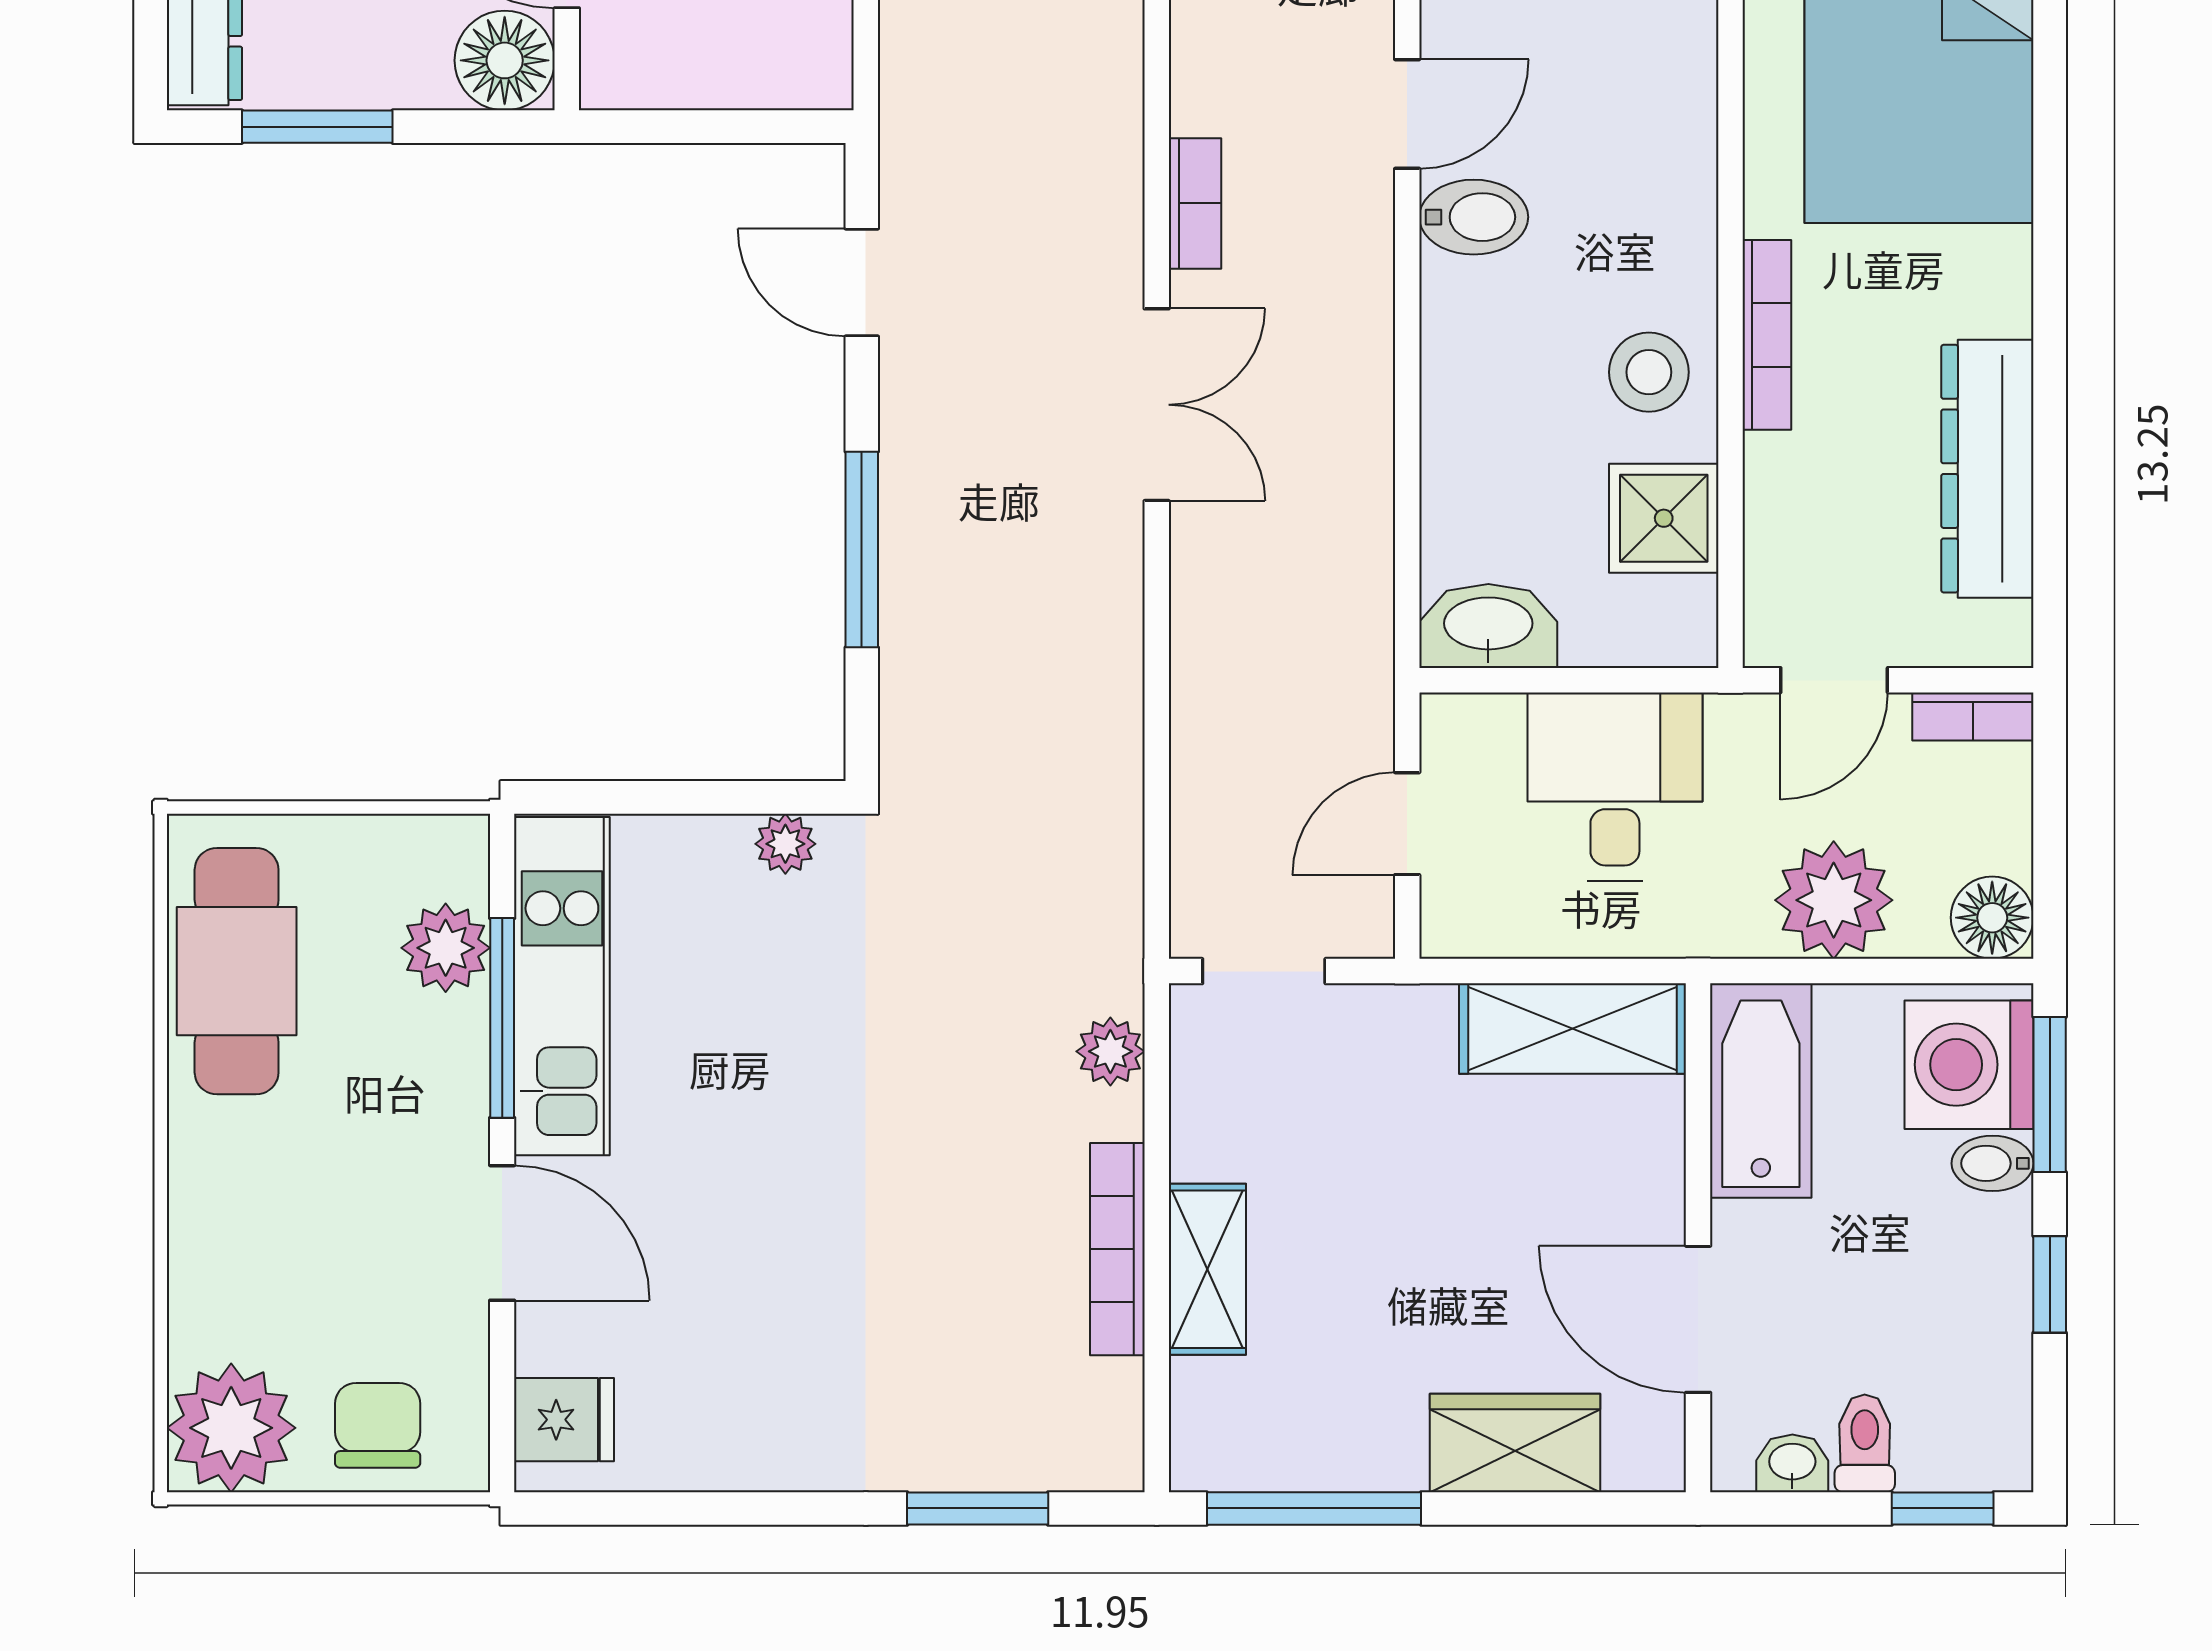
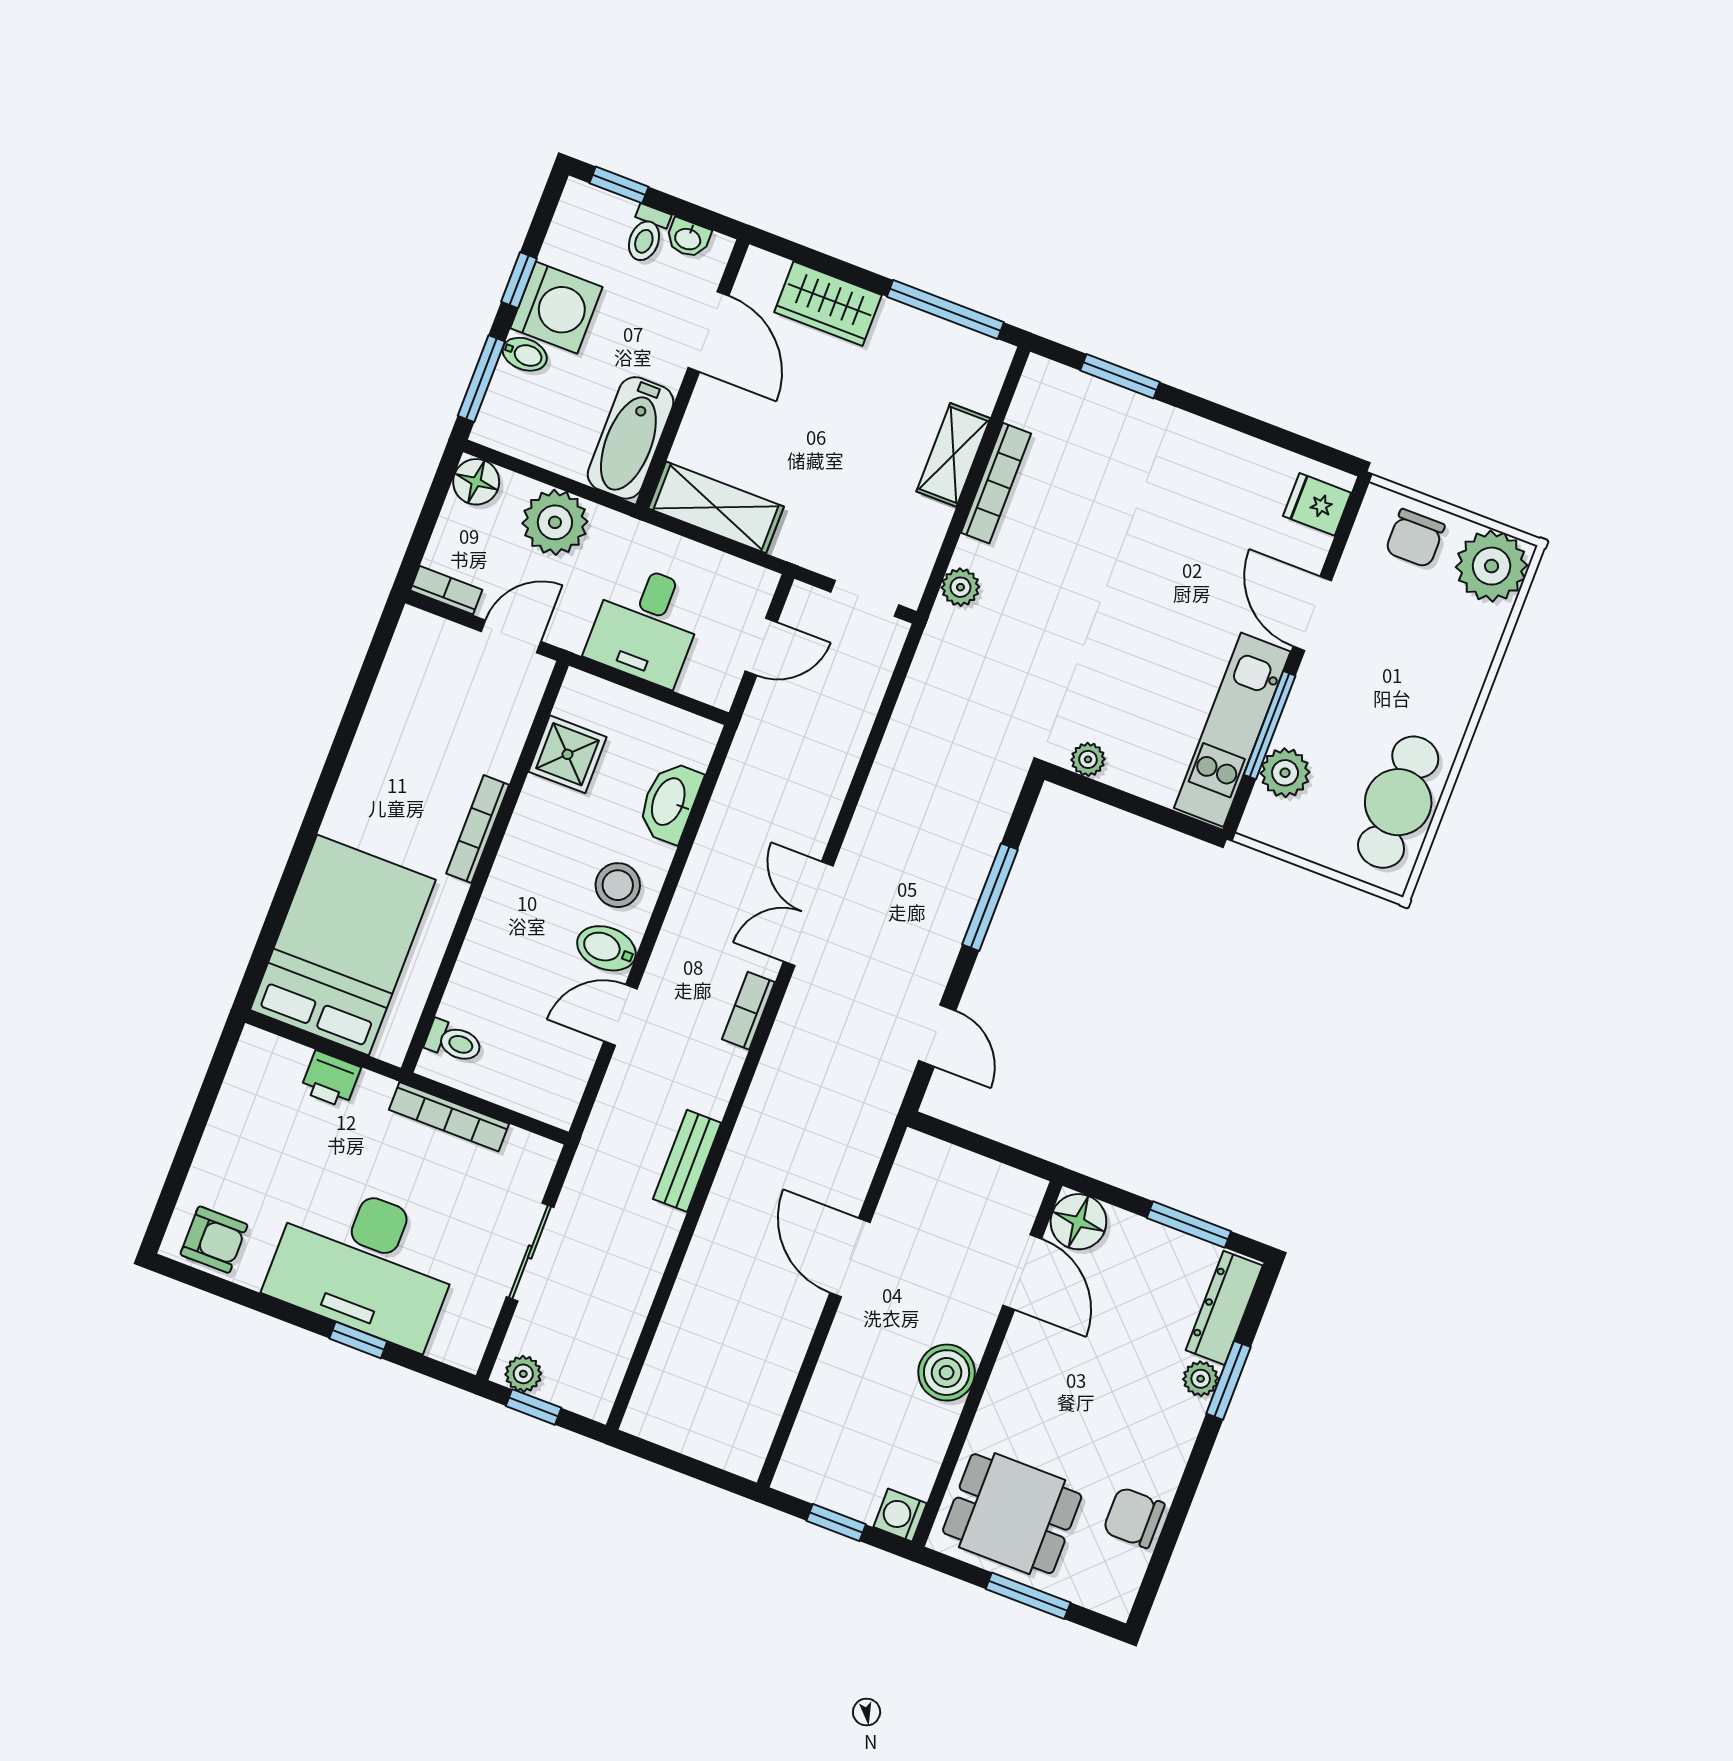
stool: (1649, 372) -> (618, 885), moved
dresser: (1987, 469) -> (390, 716), removed
washbasin: (1488, 626) -> (670, 802), moved, turned 90
washing machine: (1969, 1065) -> (556, 308), moved

